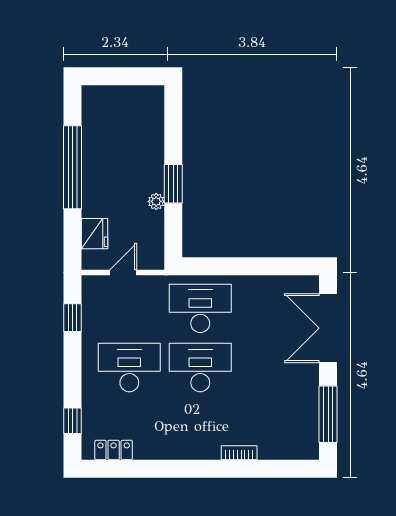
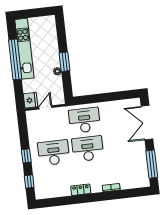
kitchen unit: (94, 147) -> (24, 49), added
fridge: (94, 234) -> (31, 100), moved
window: (72, 318) -> (26, 156), moved
locker: (114, 450) -> (81, 190), moved

